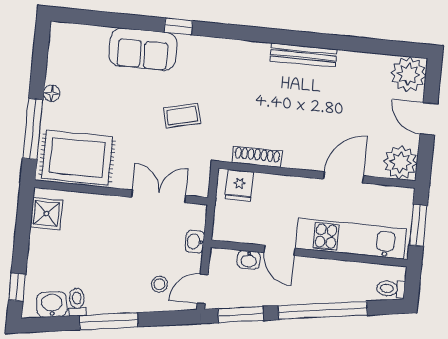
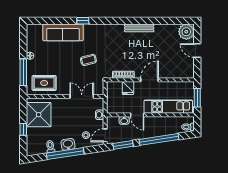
sofa: (143, 49) -> (63, 32), width x1.36
rug: (77, 158) -> (44, 83), width x0.73, depth x0.70
plant: (400, 162) -> (187, 71), removed
door: (344, 177) -> (149, 80), moved
fridge: (239, 185) -> (128, 88), moved
shower: (46, 214) -> (39, 115), width x1.86, depth x1.86
window: (17, 287) -> (23, 129), moved
washbasin: (52, 304) -> (68, 144), moved
window: (109, 321) -> (65, 154), width x1.46

